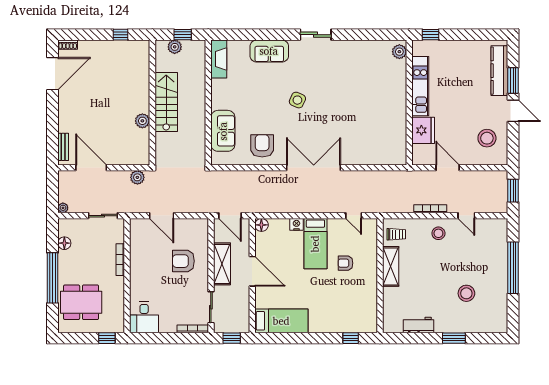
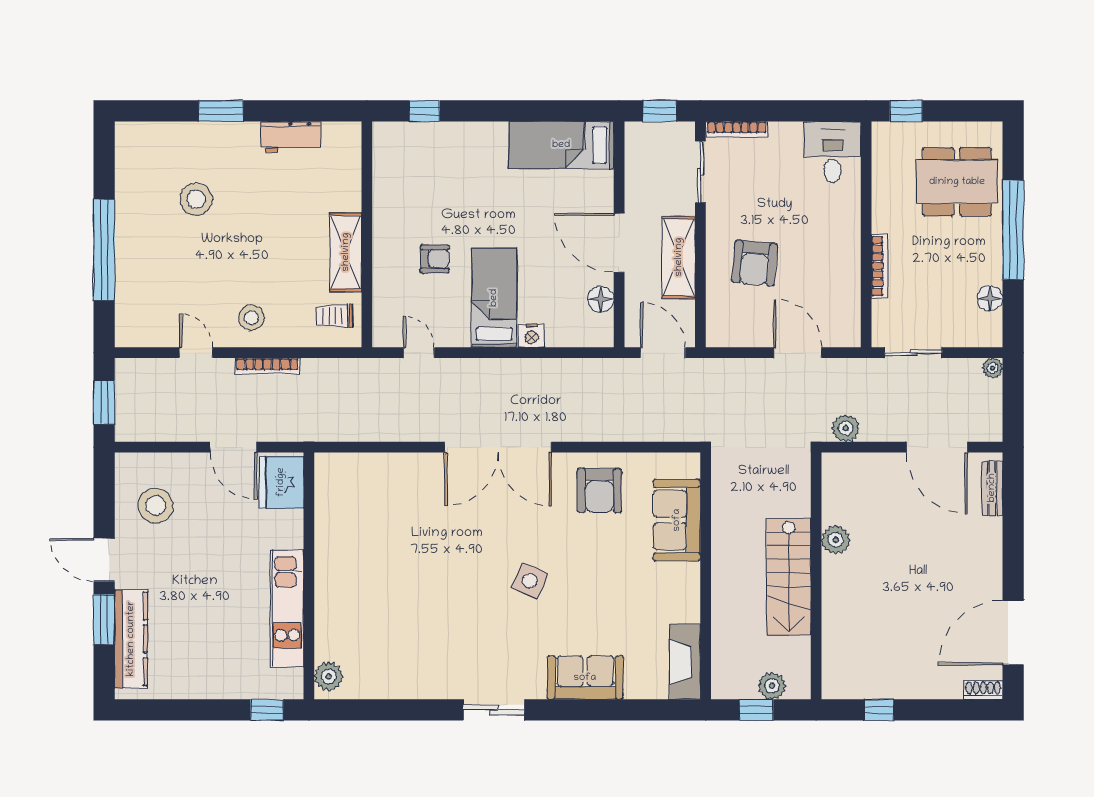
fridge: (423, 130) -> (281, 482), moved
floor lamp: (261, 225) -> (601, 299), moved
armchair: (183, 261) -> (755, 263), turned 95

